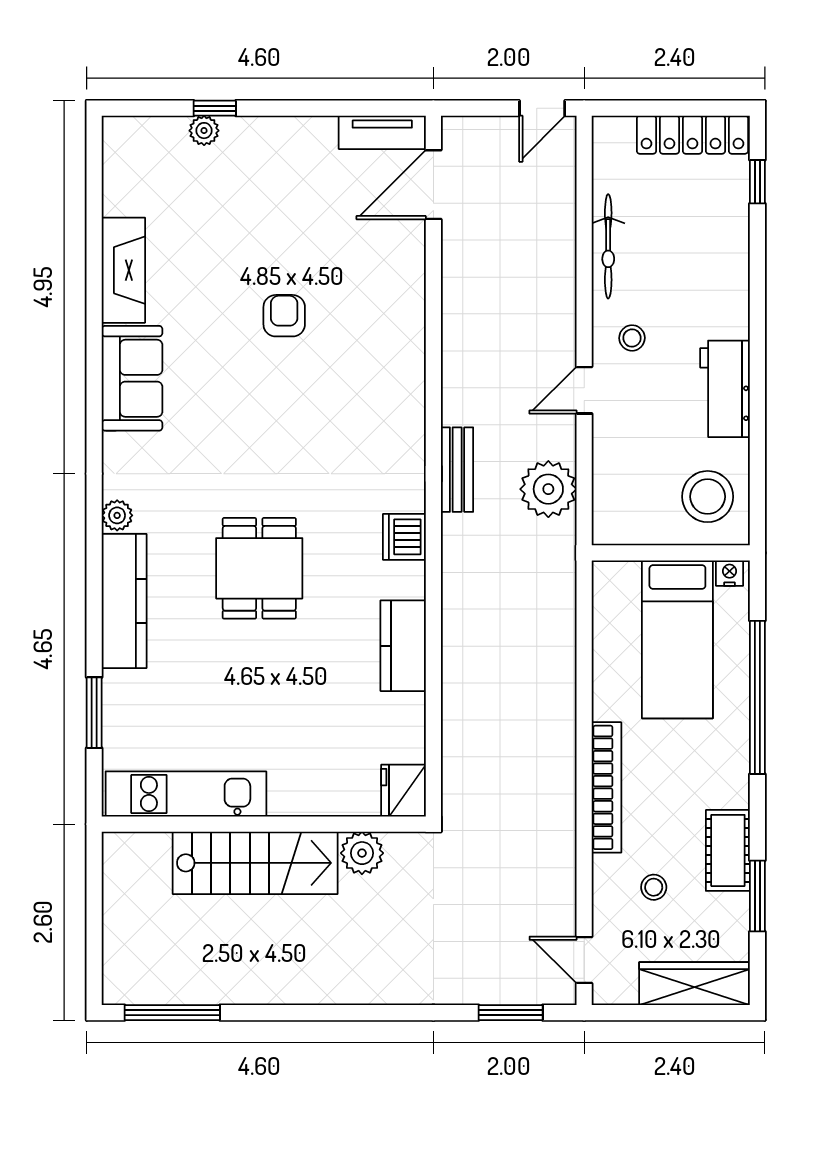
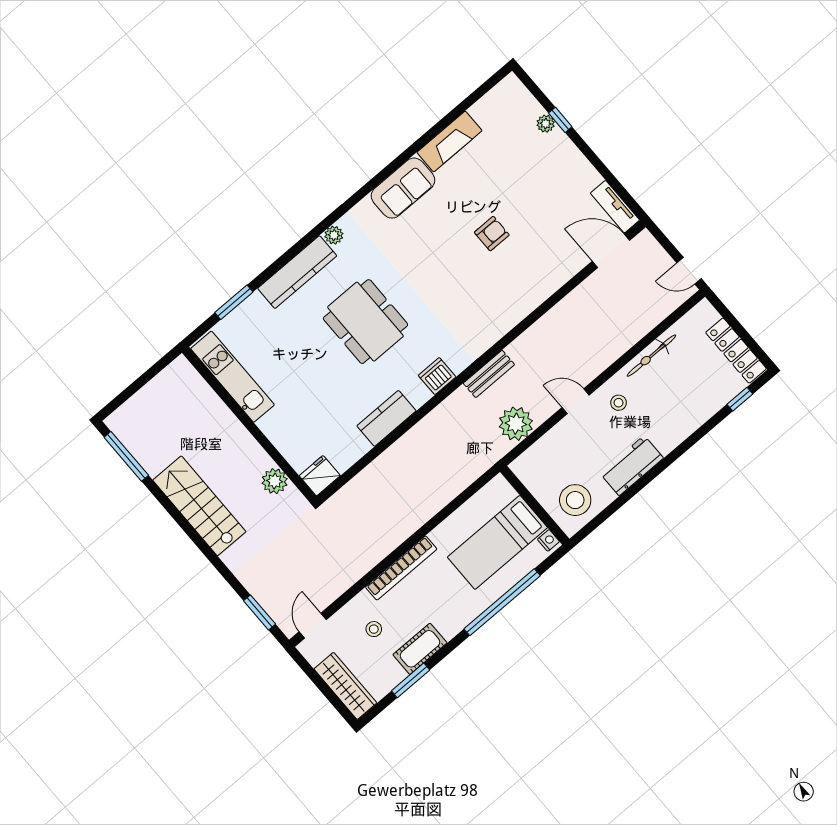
dining table: (259, 568) -> (365, 322), width x1.38
stairs: (255, 863) -> (199, 506), moved, turned 180

